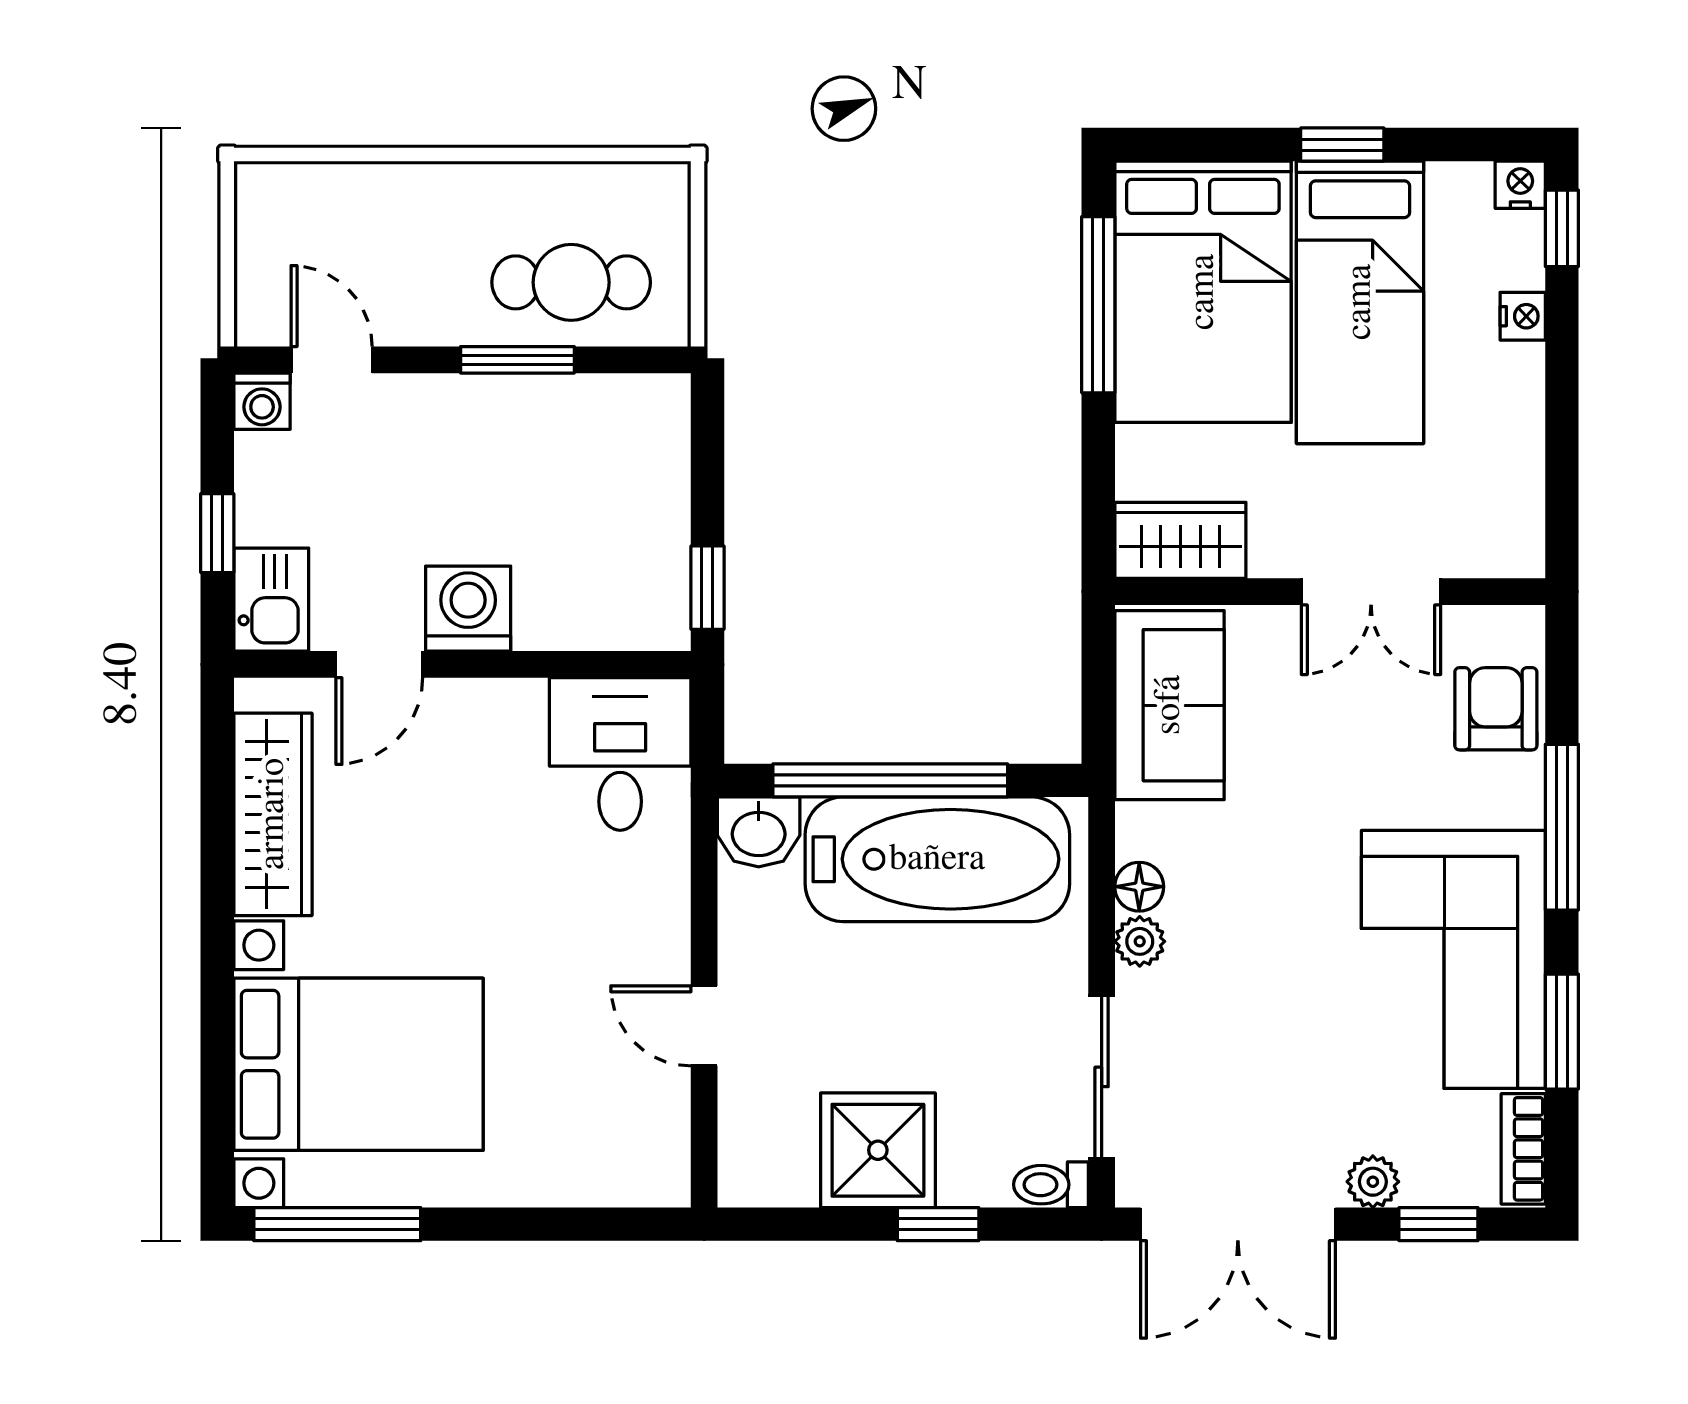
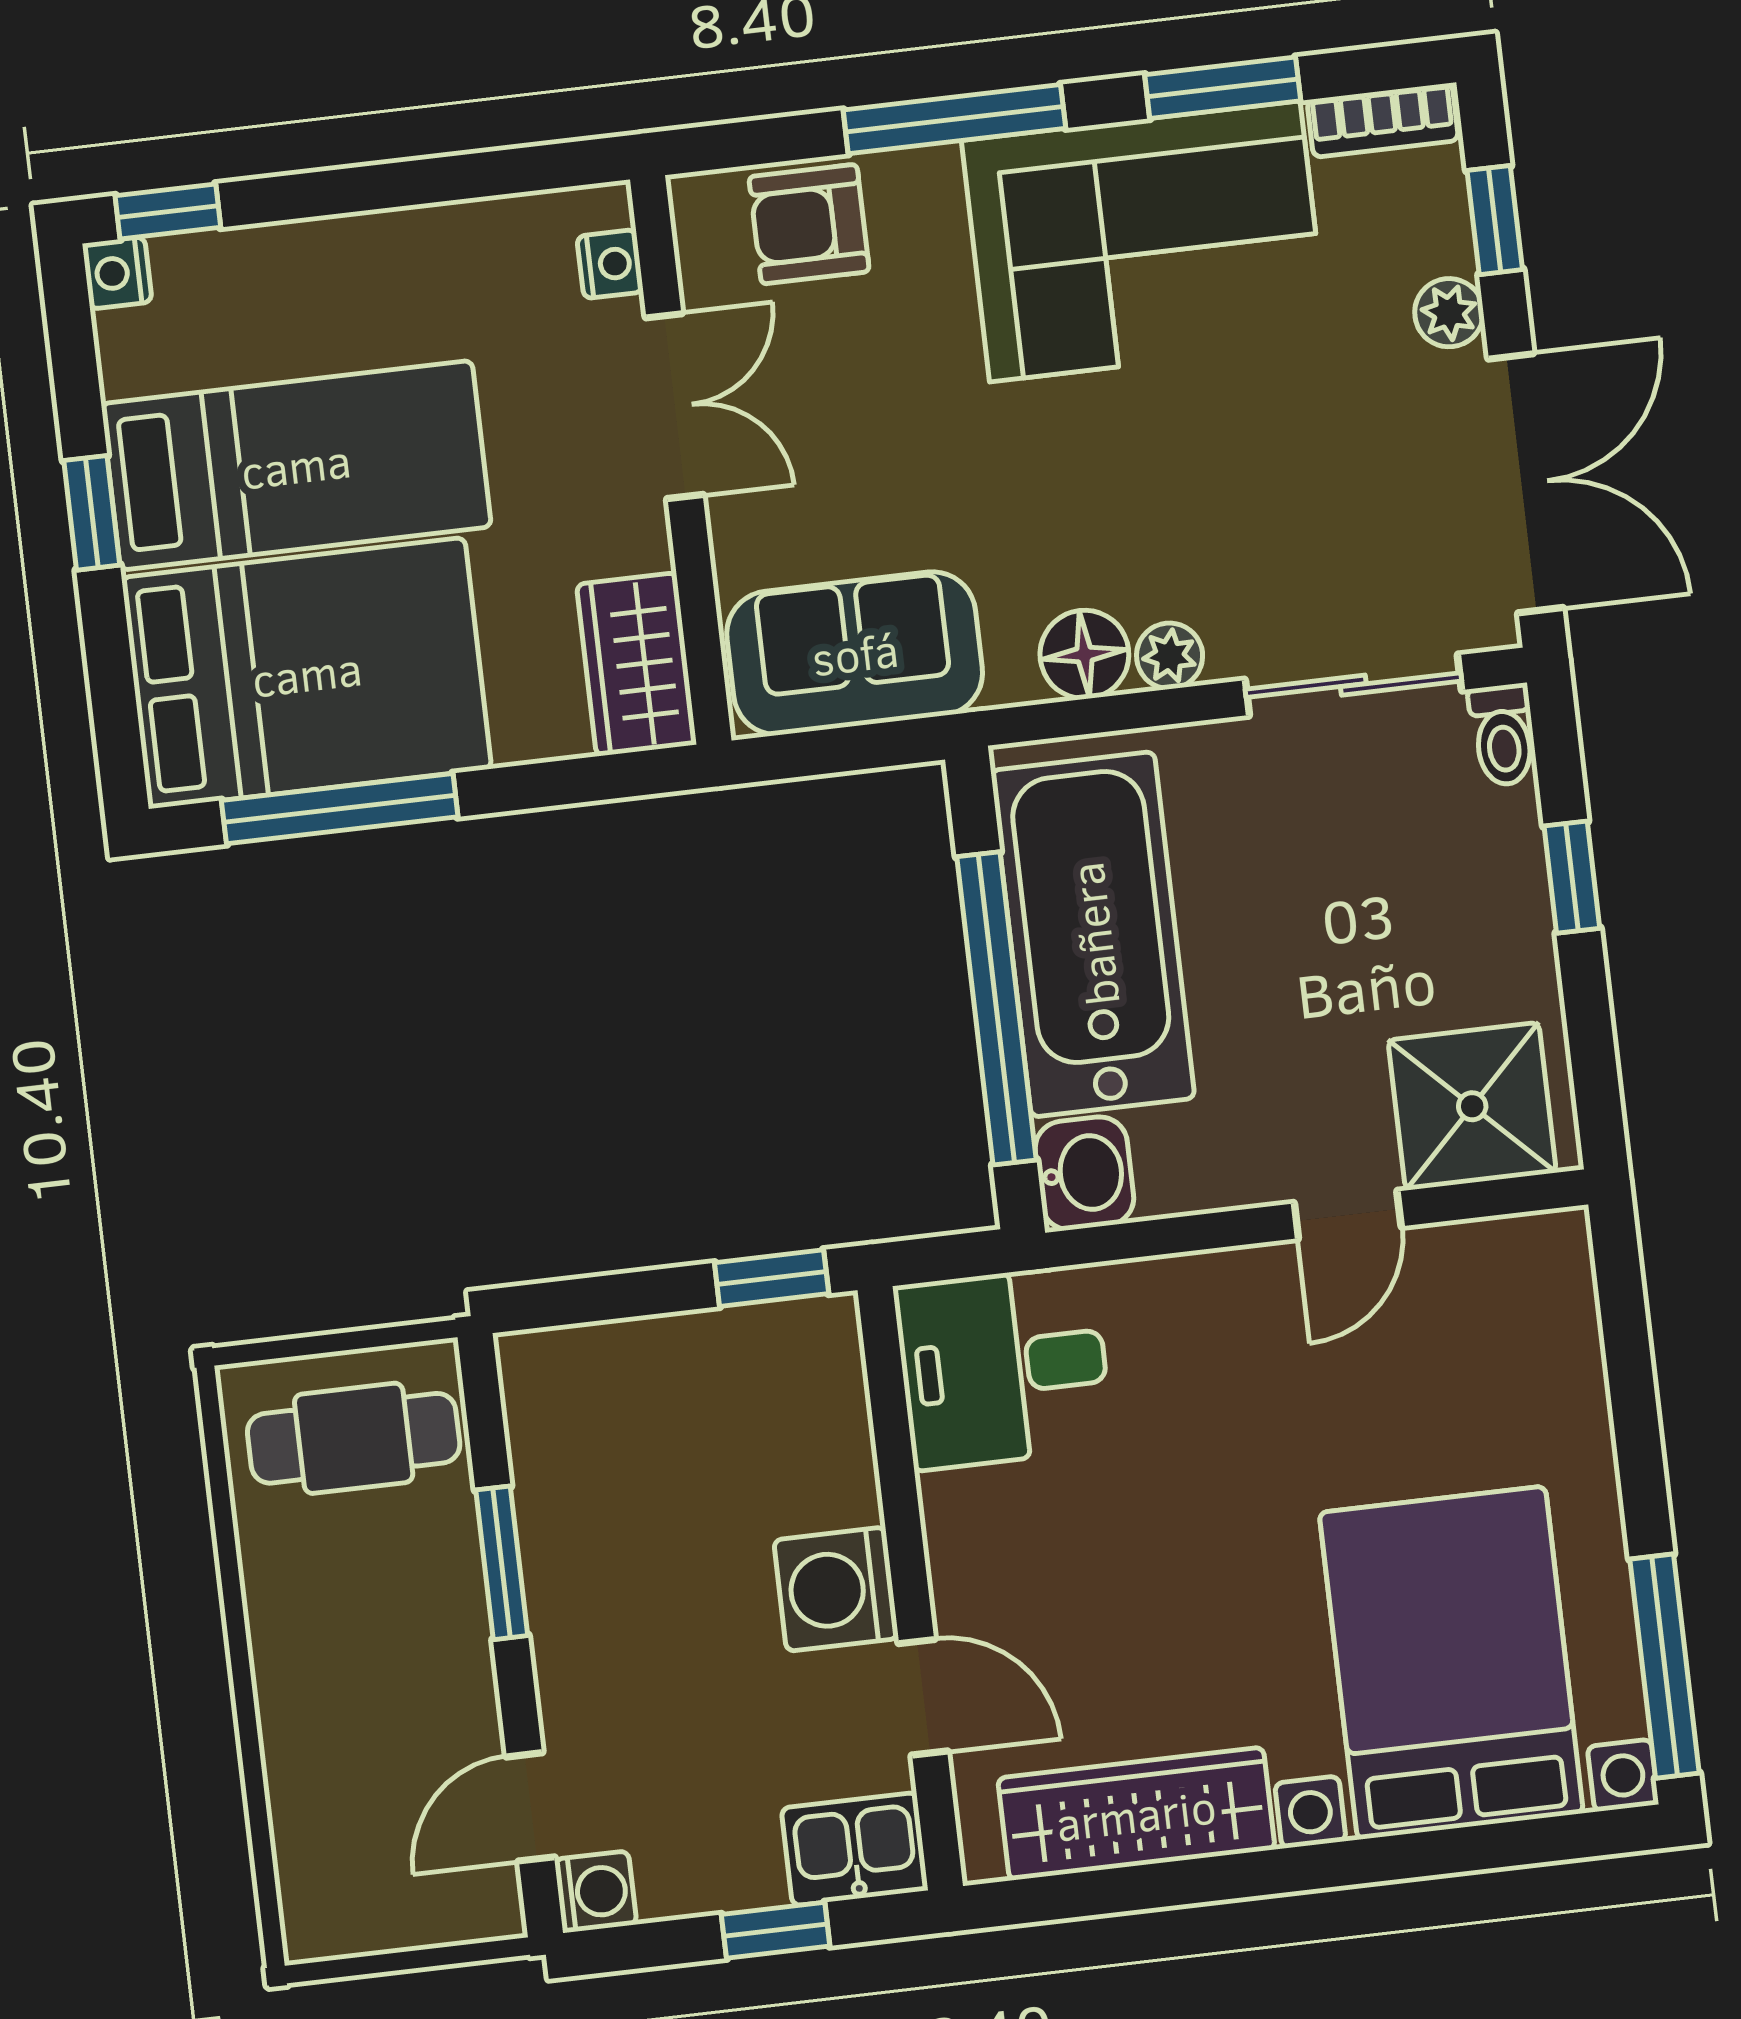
cafe table: (571, 282) -> (354, 1438), moved, turned 90
nightstand: (1523, 316) -> (610, 264), moved, turned 90
floor lamp: (1139, 887) -> (1084, 654), width x1.37, depth x1.37
shower: (878, 1150) -> (1472, 1106), moved

